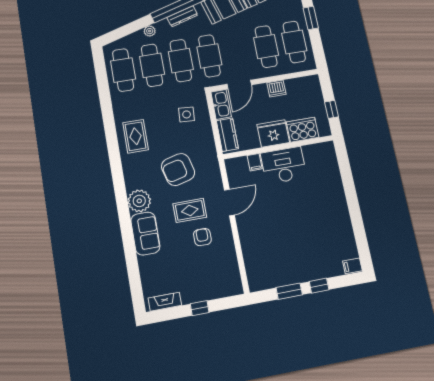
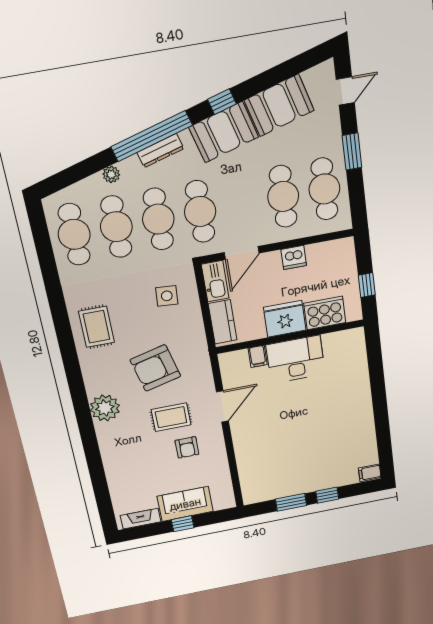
sofa: (145, 234) -> (185, 504), moved, turned -90
armchair: (202, 237) -> (187, 447), turned 180

